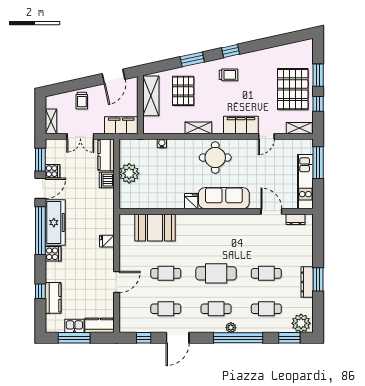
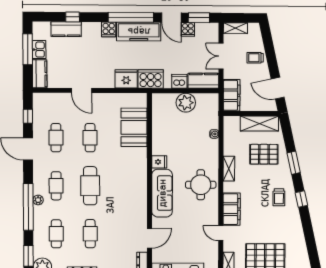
cooker: (104, 210) -> (151, 79), added
fridge: (107, 241) -> (126, 79), width x1.88, depth x1.34

